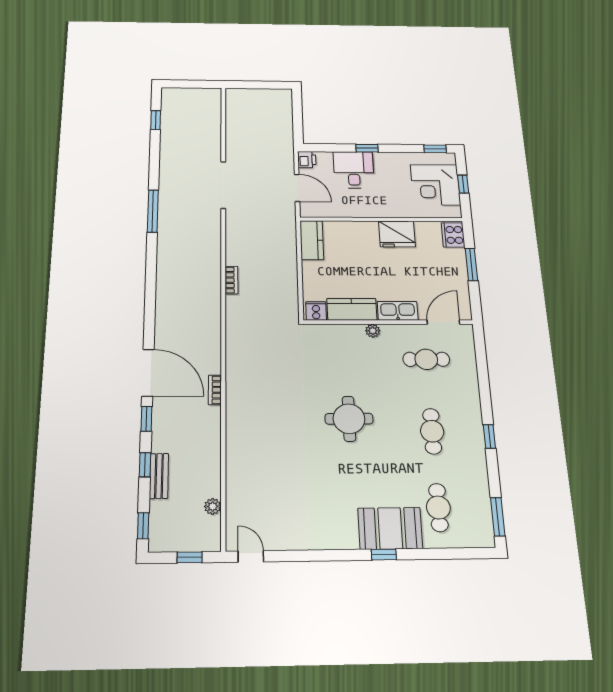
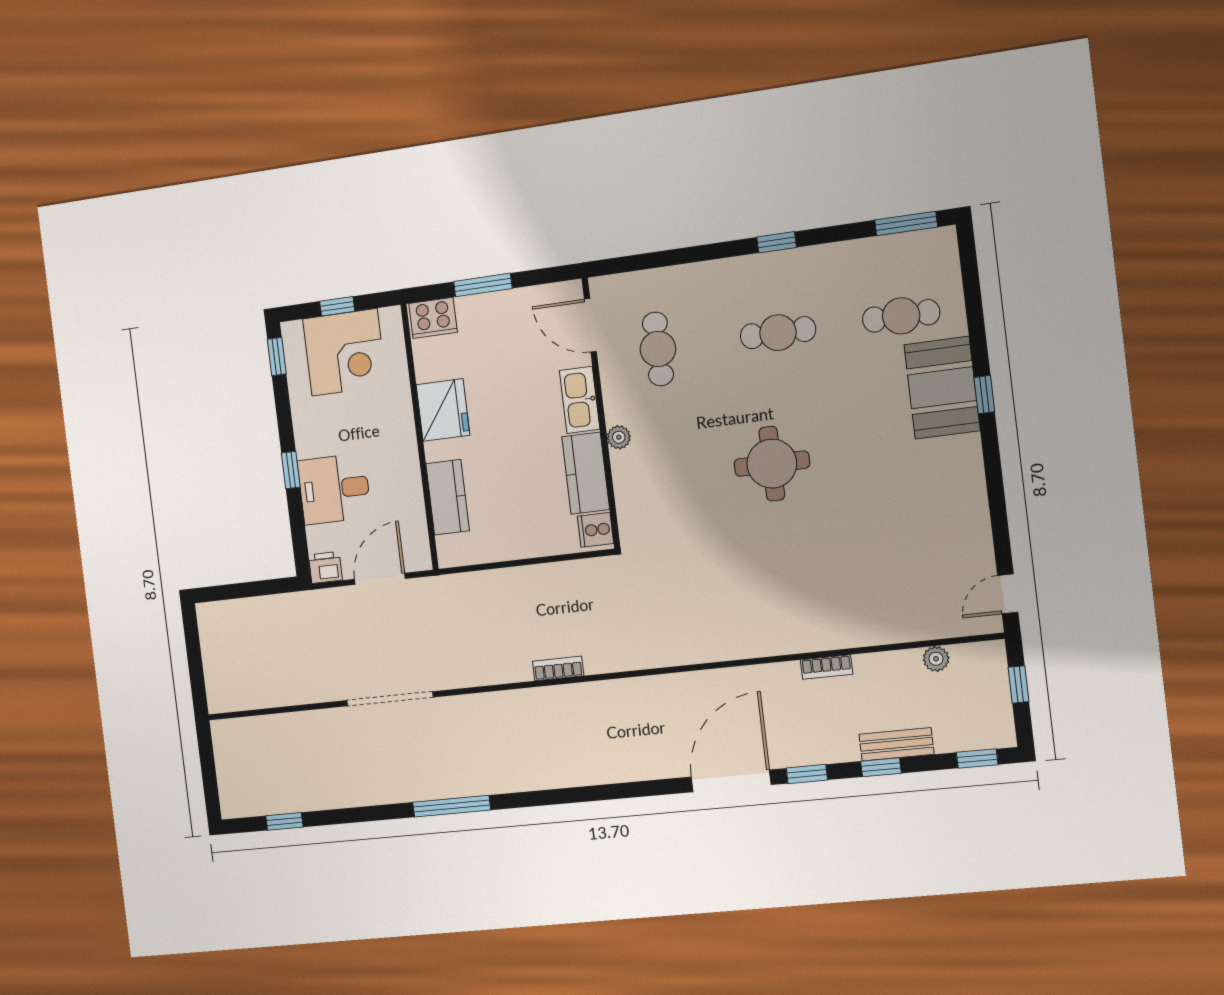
kitchen counter: (312, 240) -> (448, 497), moved, turned 90
bookcase: (215, 390) -> (827, 667), moved

